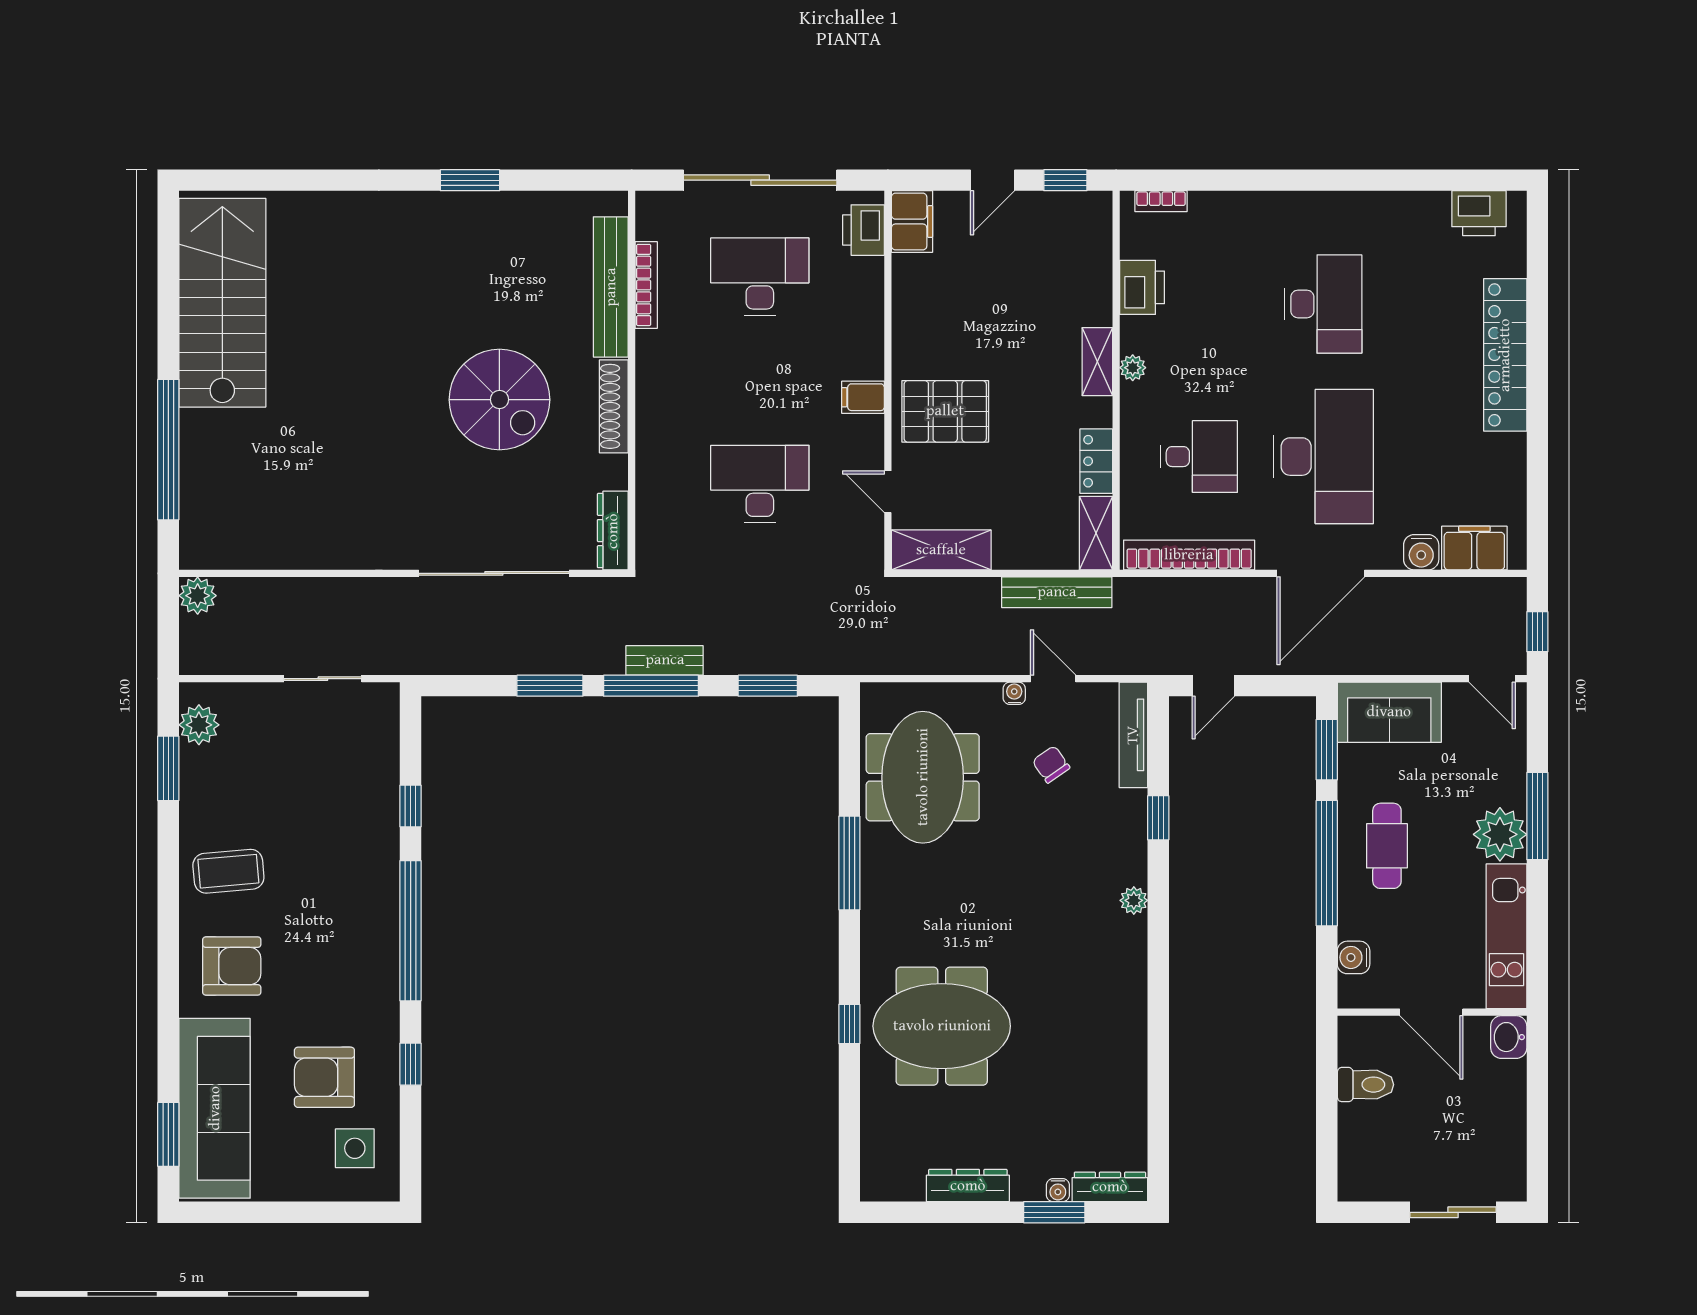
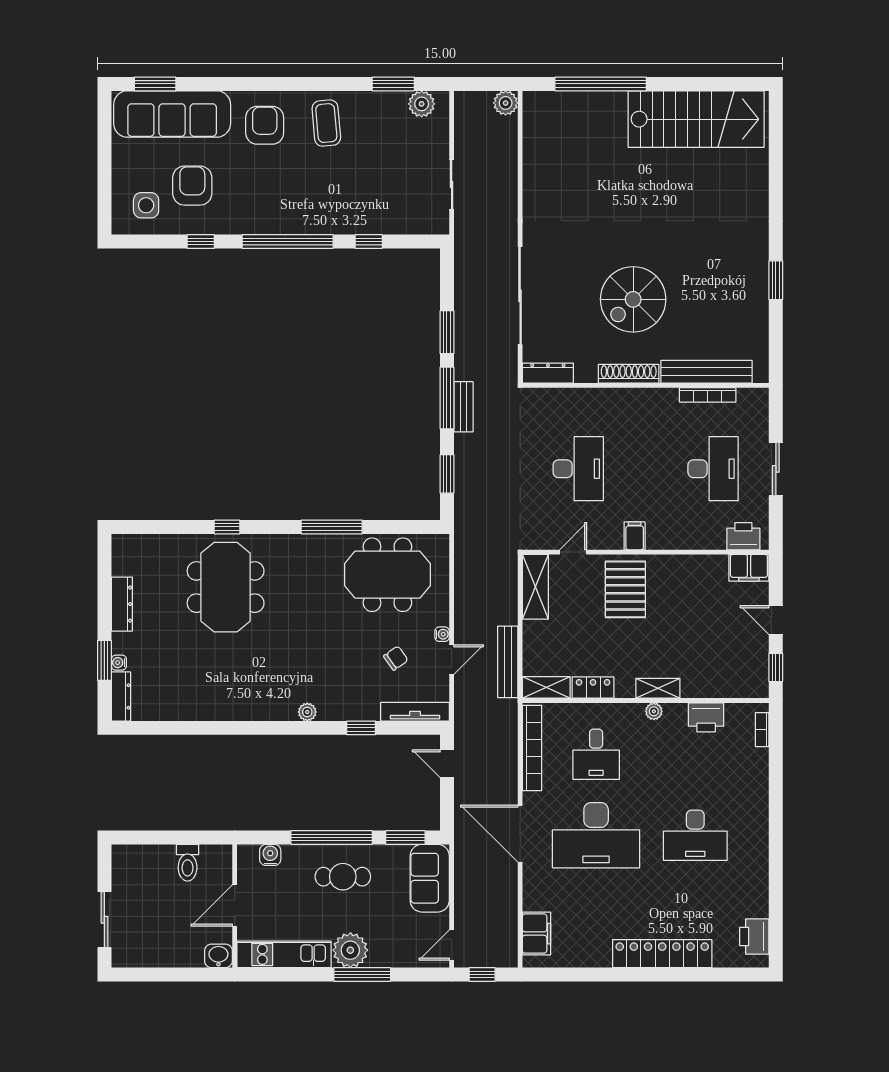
sliding door: (760, 180) -> (776, 469), width x0.54
water cooler: (1421, 552) -> (534, 899), removed
armchair: (232, 966) -> (265, 125), turned 180

